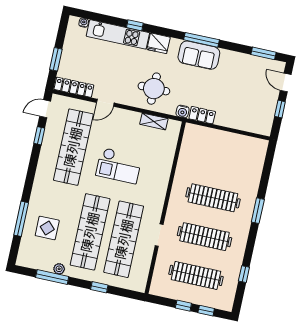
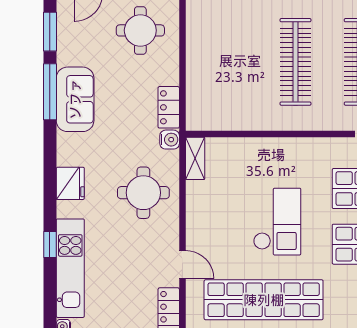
window: (201, 40) -> (50, 92), moved
fridge: (159, 43) -> (70, 183), moved
sofa: (199, 55) -> (75, 99), moved
round table: (252, 108) -> (140, 30), added
shelving: (154, 121) -> (195, 158), moved

